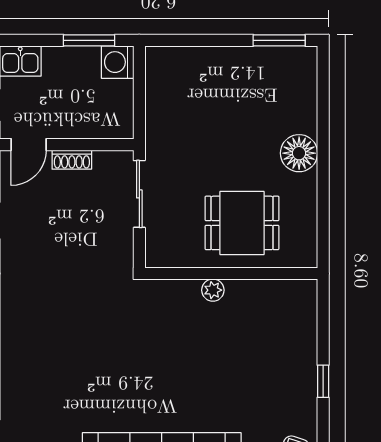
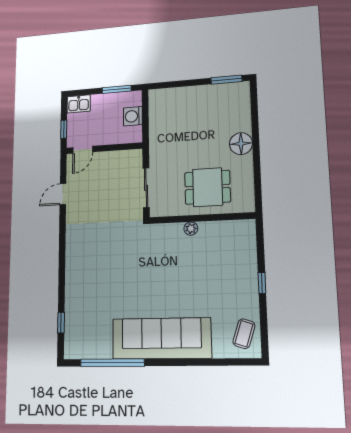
washing machine: (118, 62) -> (133, 116), moved
shoe rack: (72, 160) -> (107, 157), removed
sliding door: (139, 194) -> (146, 188), moved

